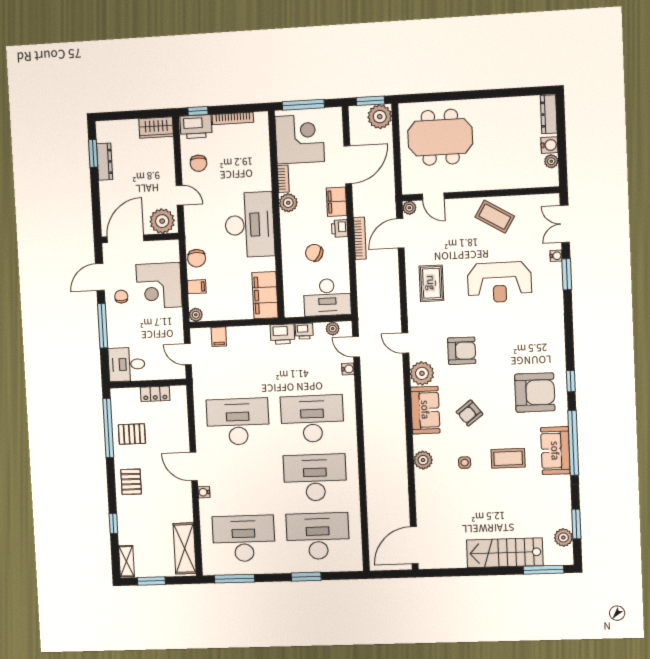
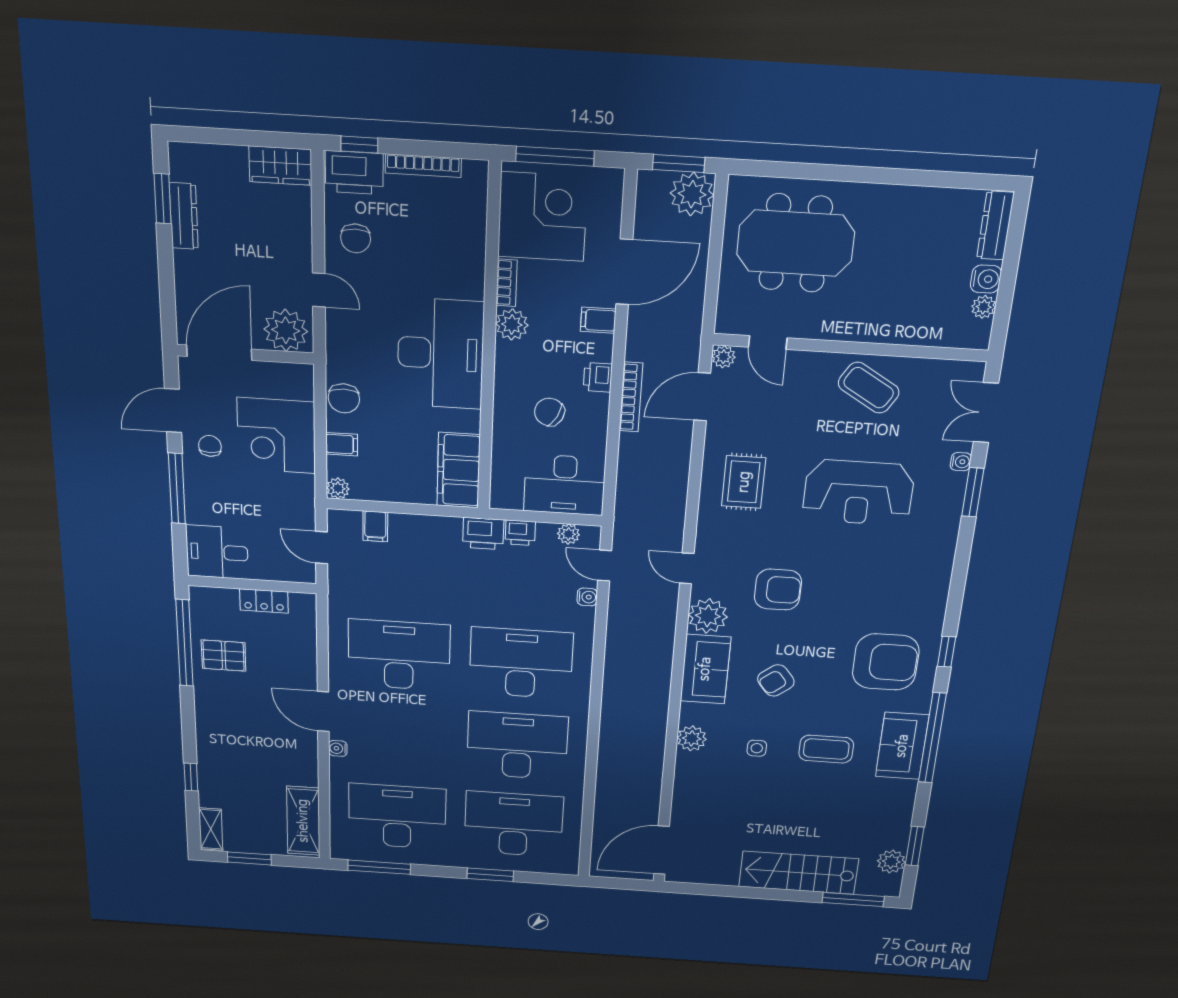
filing cabinet: (337, 202) -> (598, 320), width x0.50
pallet: (131, 482) -> (221, 723), removed

